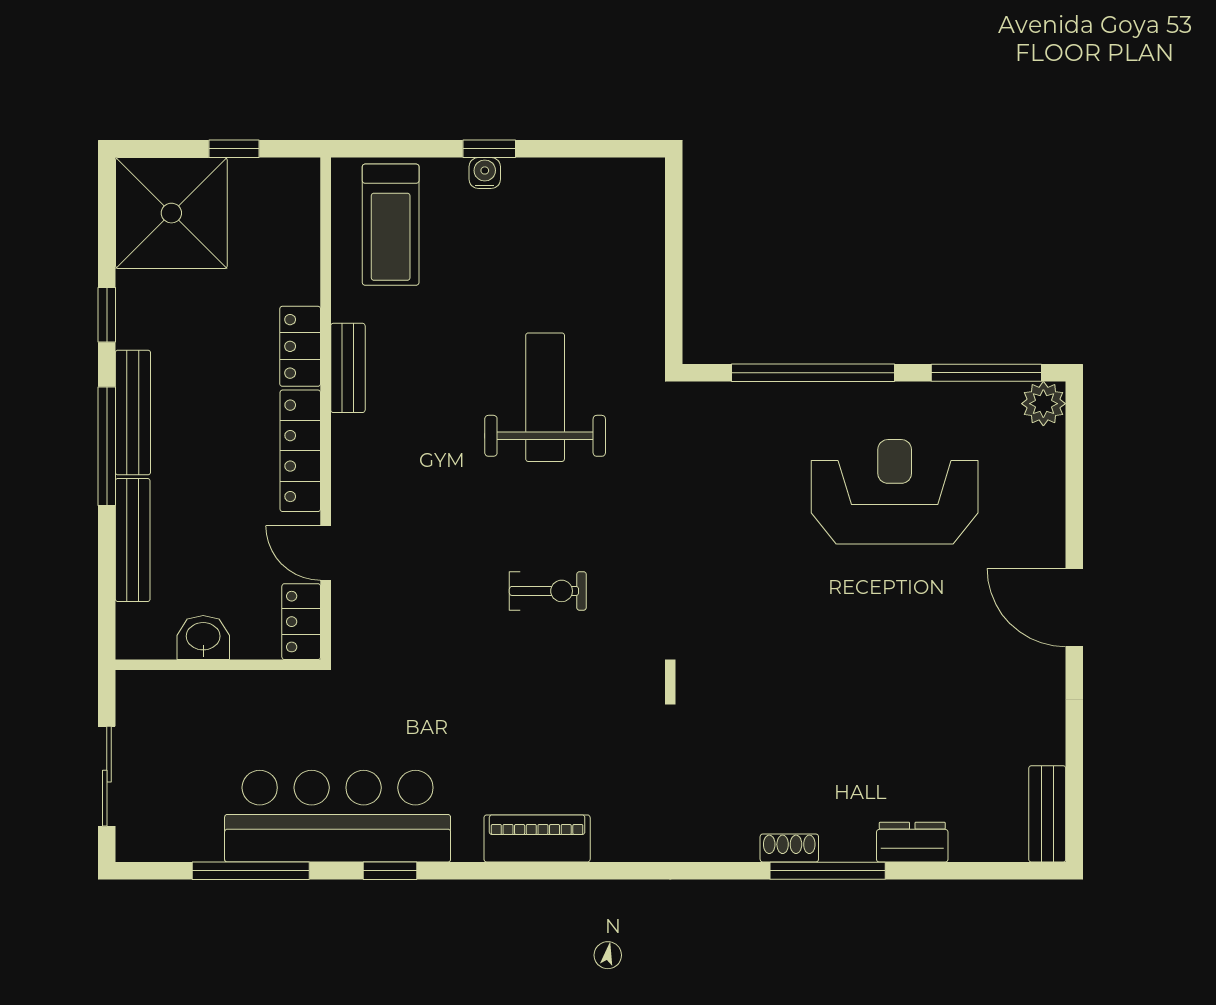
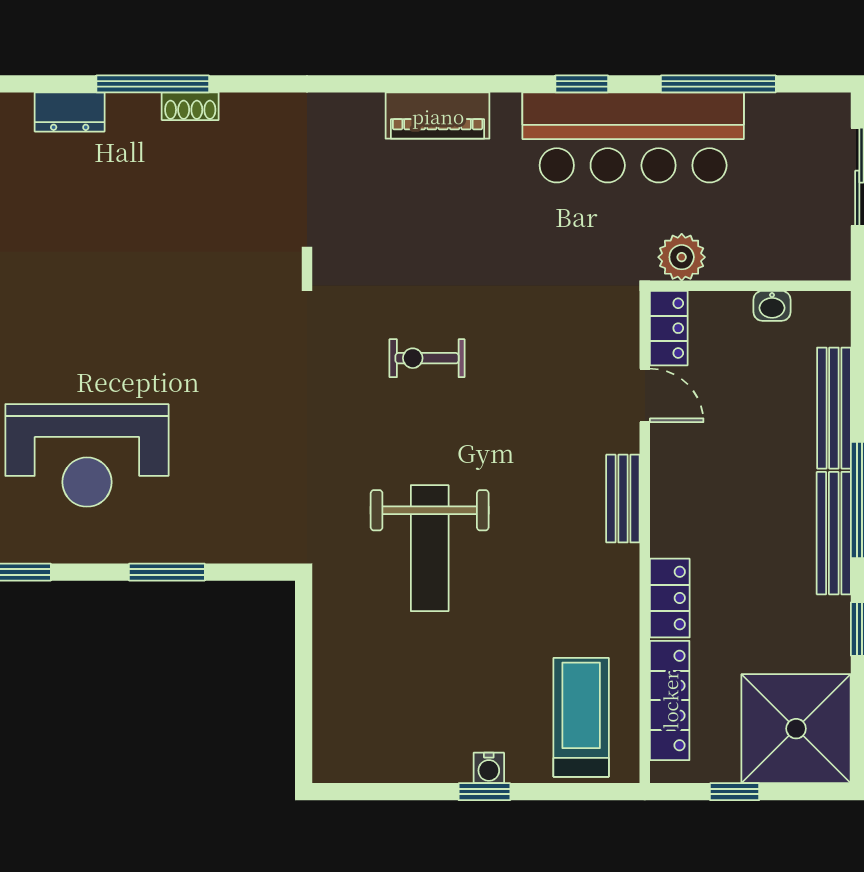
bench: (348, 368) -> (623, 499), moved
window: (813, 373) -> (167, 572), width x0.47
locker: (300, 451) -> (670, 700), moved
washbasin: (203, 638) -> (772, 306), width x0.72, depth x0.69
plant: (288, 694) -> (682, 257), added

